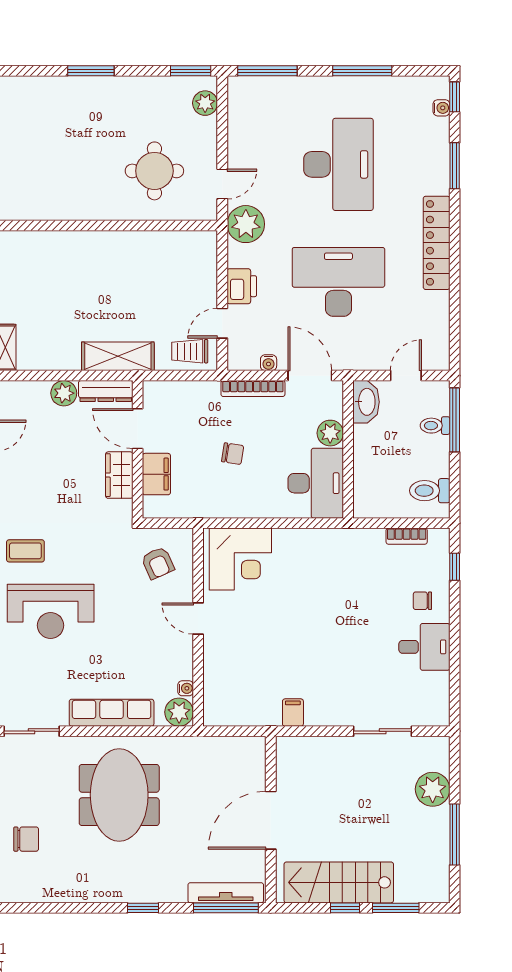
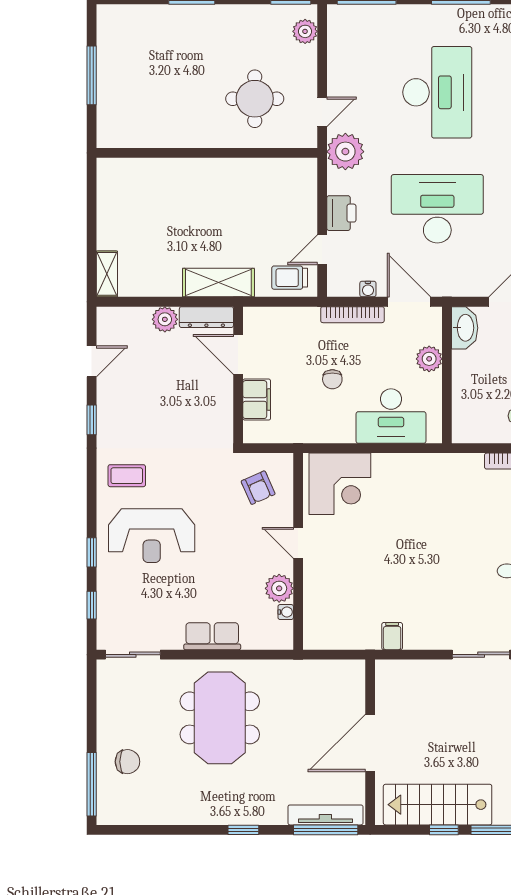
chair: (233, 454) -> (332, 379), turned 81
wardrobe: (119, 475) -> (220, 400), removed
desk: (316, 483) -> (391, 416), moved, turned 90
plant: (179, 712) -> (279, 588), moved
row of seats: (112, 713) -> (212, 636), width x0.68

